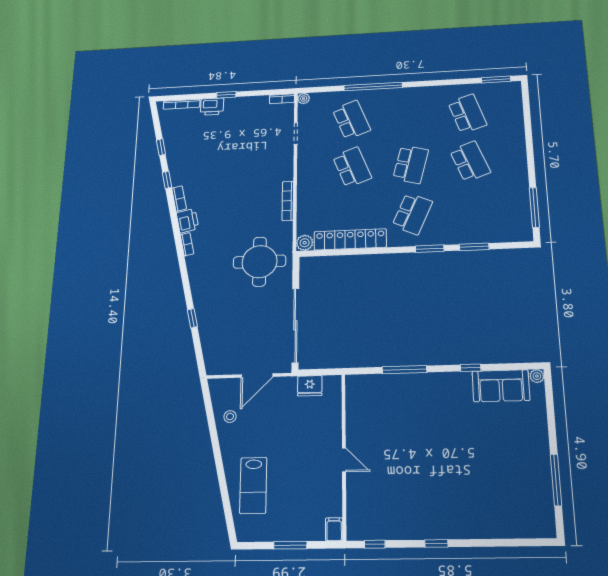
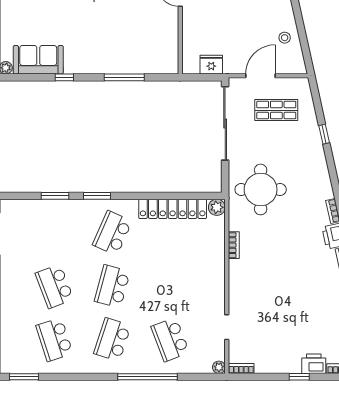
school desk: (352, 167) -> (112, 340), moved, turned 39
bookcase: (288, 201) -> (234, 245), width x0.64
shop shelf: (241, 341) -> (276, 110), added

